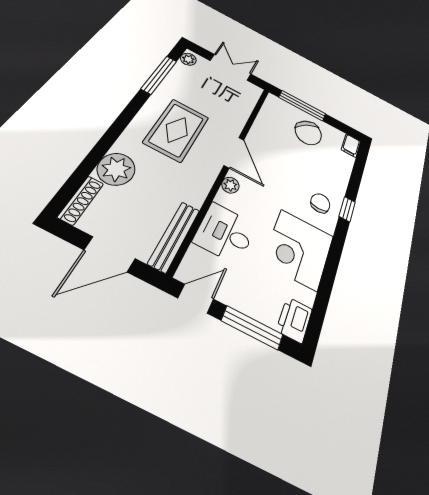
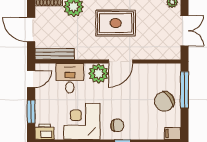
plant: (230, 185) -> (99, 73), width x1.87, depth x1.87
door: (196, 299) -> (31, 79), hinge flipped
window: (252, 328) -> (31, 112), width x0.69

